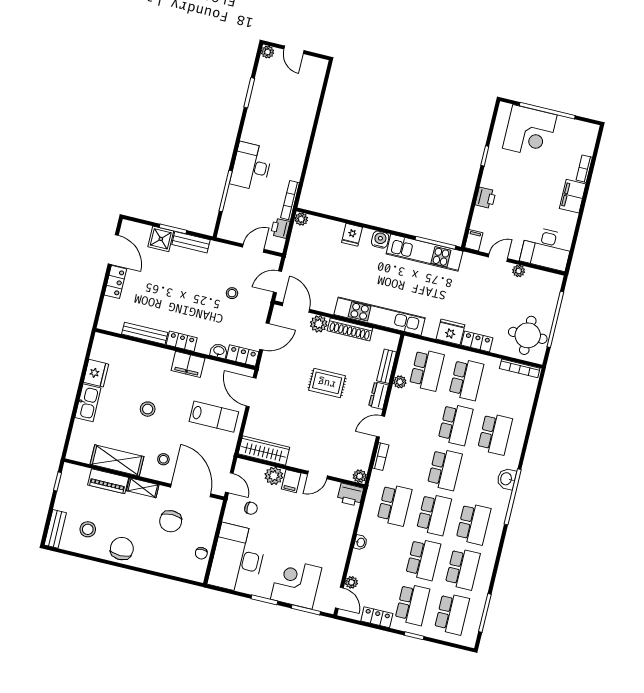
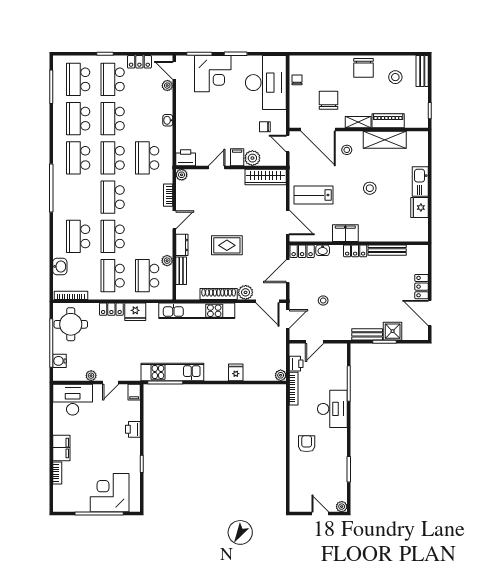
armchair: (290, 134) -> (307, 444), added
water cooler: (380, 240) -> (60, 361), moved, turned 90
washbasin: (506, 479) -> (60, 266), moved

